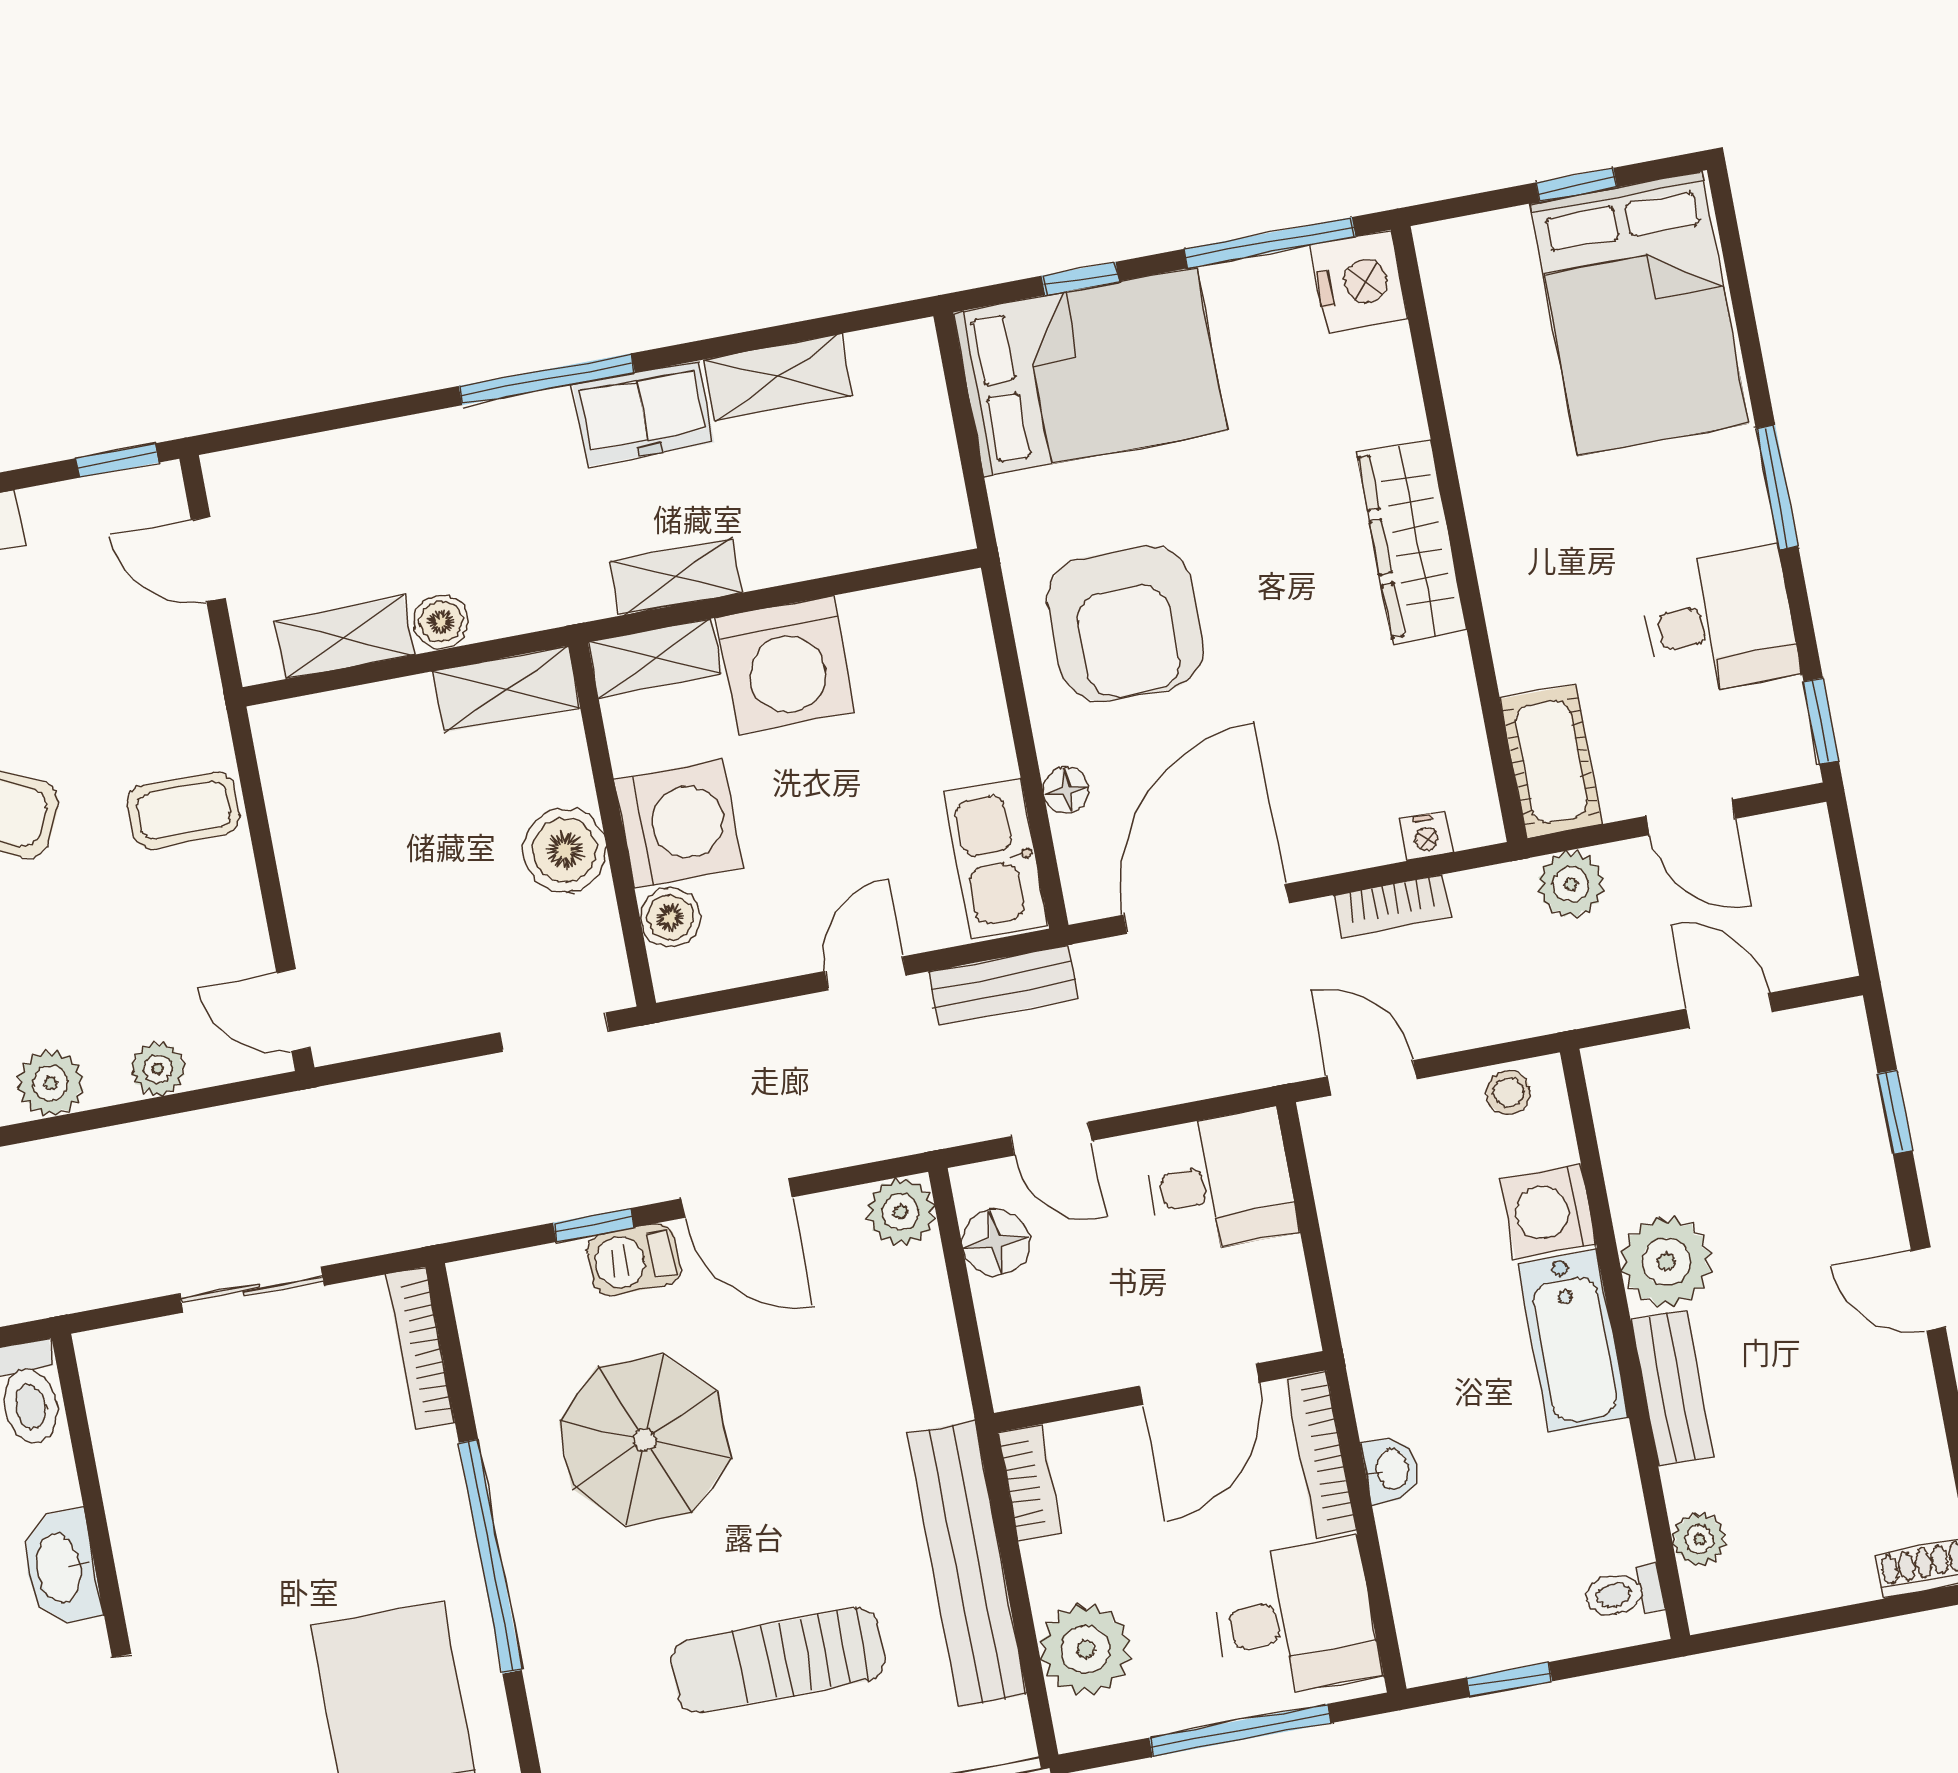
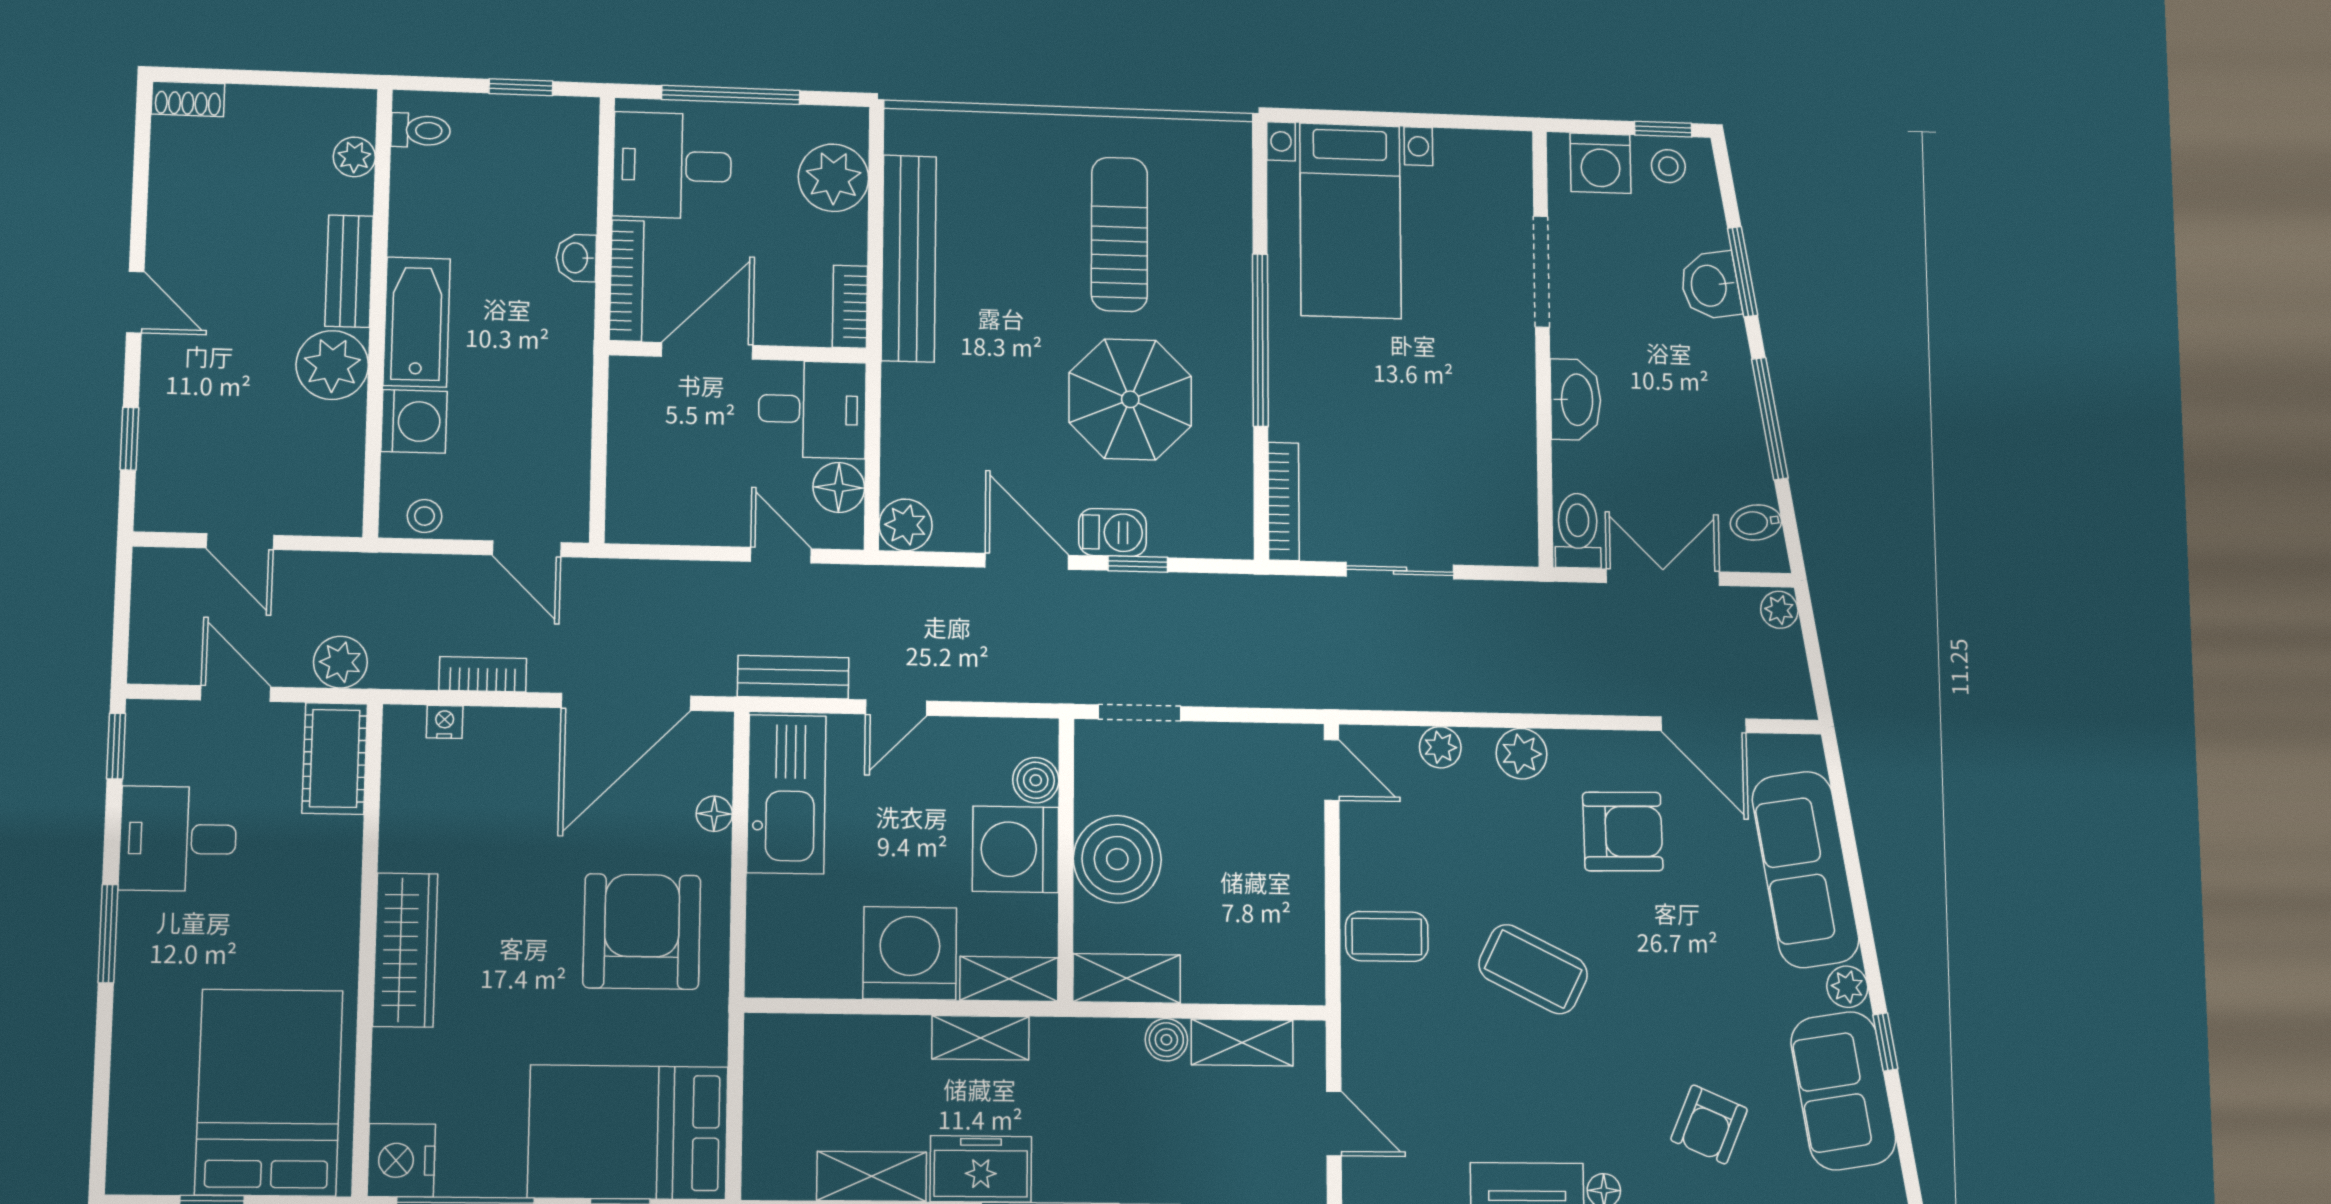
bed: (1640, 313) -> (269, 1093), moved
boiler: (565, 850) -> (1117, 859), width x1.37, depth x1.37
kitchen sink: (996, 859) -> (786, 794), width x1.36, depth x1.24
desk: (1220, 1182) -> (812, 409), moved, turned 180
sun lounger: (778, 1660) -> (1119, 234), moved, turned -90

